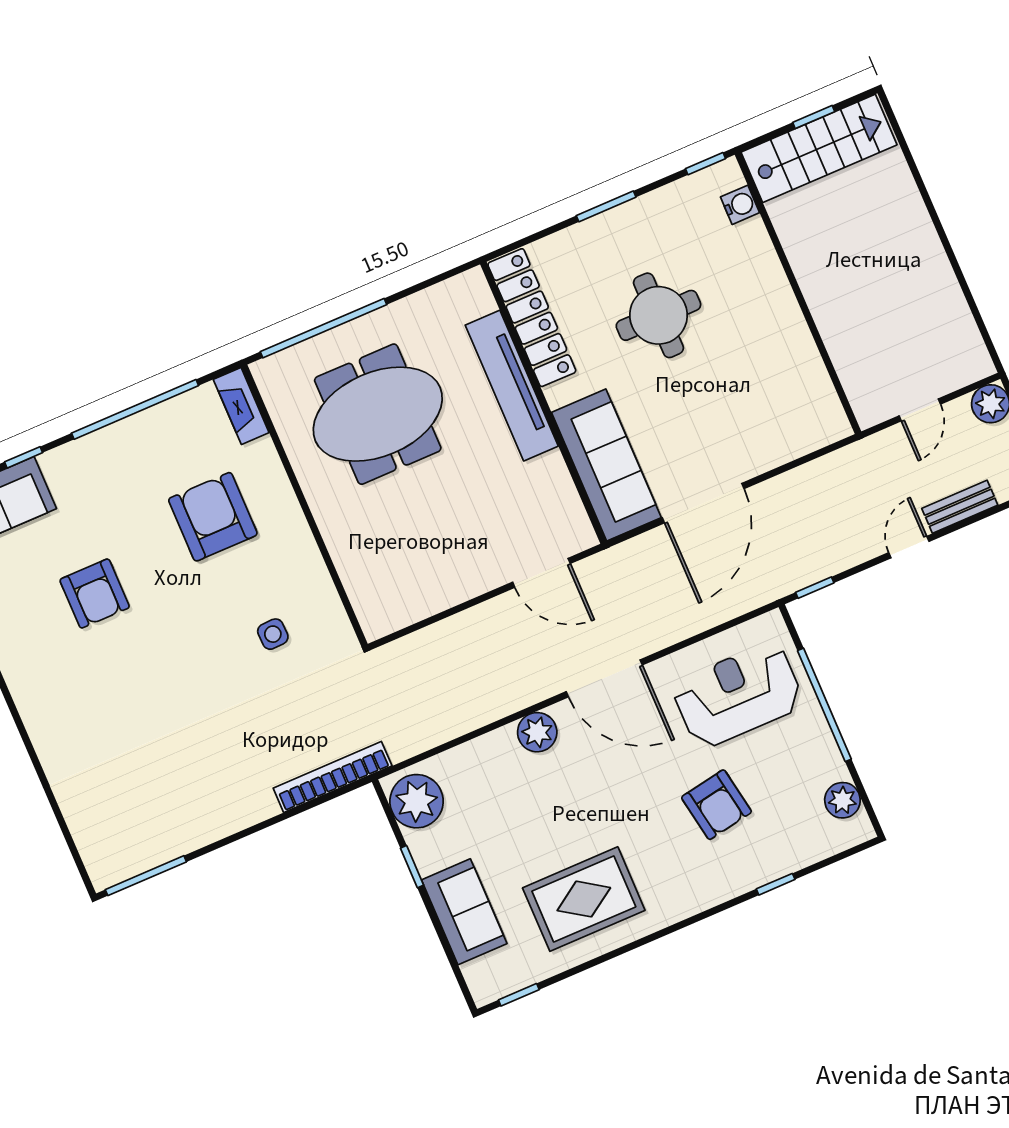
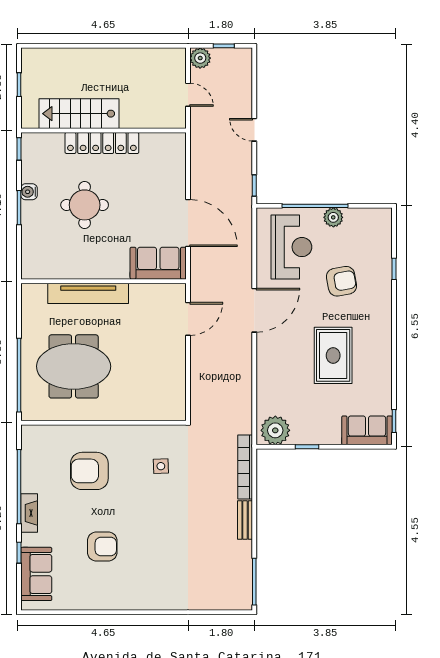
stairs: (819, 148) -> (79, 114), moved, turned -90
water cooler: (740, 205) -> (29, 192), moved, turned -90
locker: (532, 318) -> (102, 143), moved, turned 180
fireplace: (241, 406) -> (29, 513), moved, turned -90
meeting table: (378, 414) -> (74, 366), turned 90
sofa: (606, 465) -> (158, 263), width x0.73
bench: (960, 507) -> (245, 520), moved
reception desk: (738, 695) -> (291, 247), turned 180
plant: (537, 732) -> (267, 355), removed
plant: (842, 800) -> (333, 217), moved
rug: (584, 899) -> (333, 355), moved
sofa: (464, 912) -> (367, 430), moved

